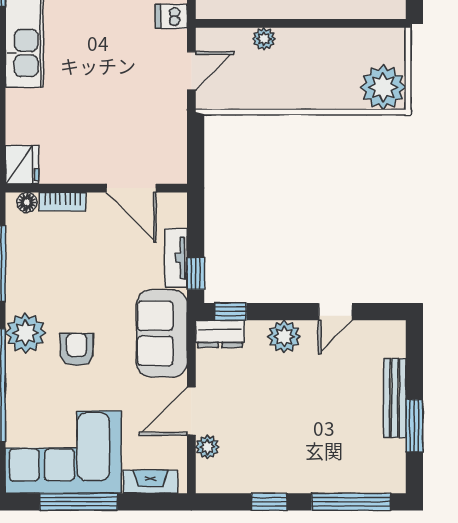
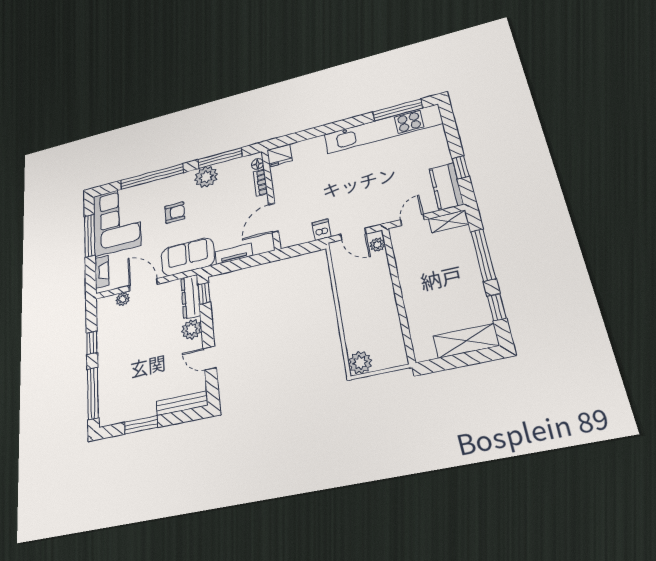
dishwasher: (171, 16) -> (322, 230), moved
plant: (264, 39) -> (377, 245), moved
plant: (383, 87) -> (360, 363), width x0.73, depth x0.73
window: (196, 273) -> (225, 267), removed
plant: (26, 333) -> (206, 177), moved
dresser: (220, 334) -> (191, 297), width x1.44
bench: (395, 398) -> (182, 403), moved

